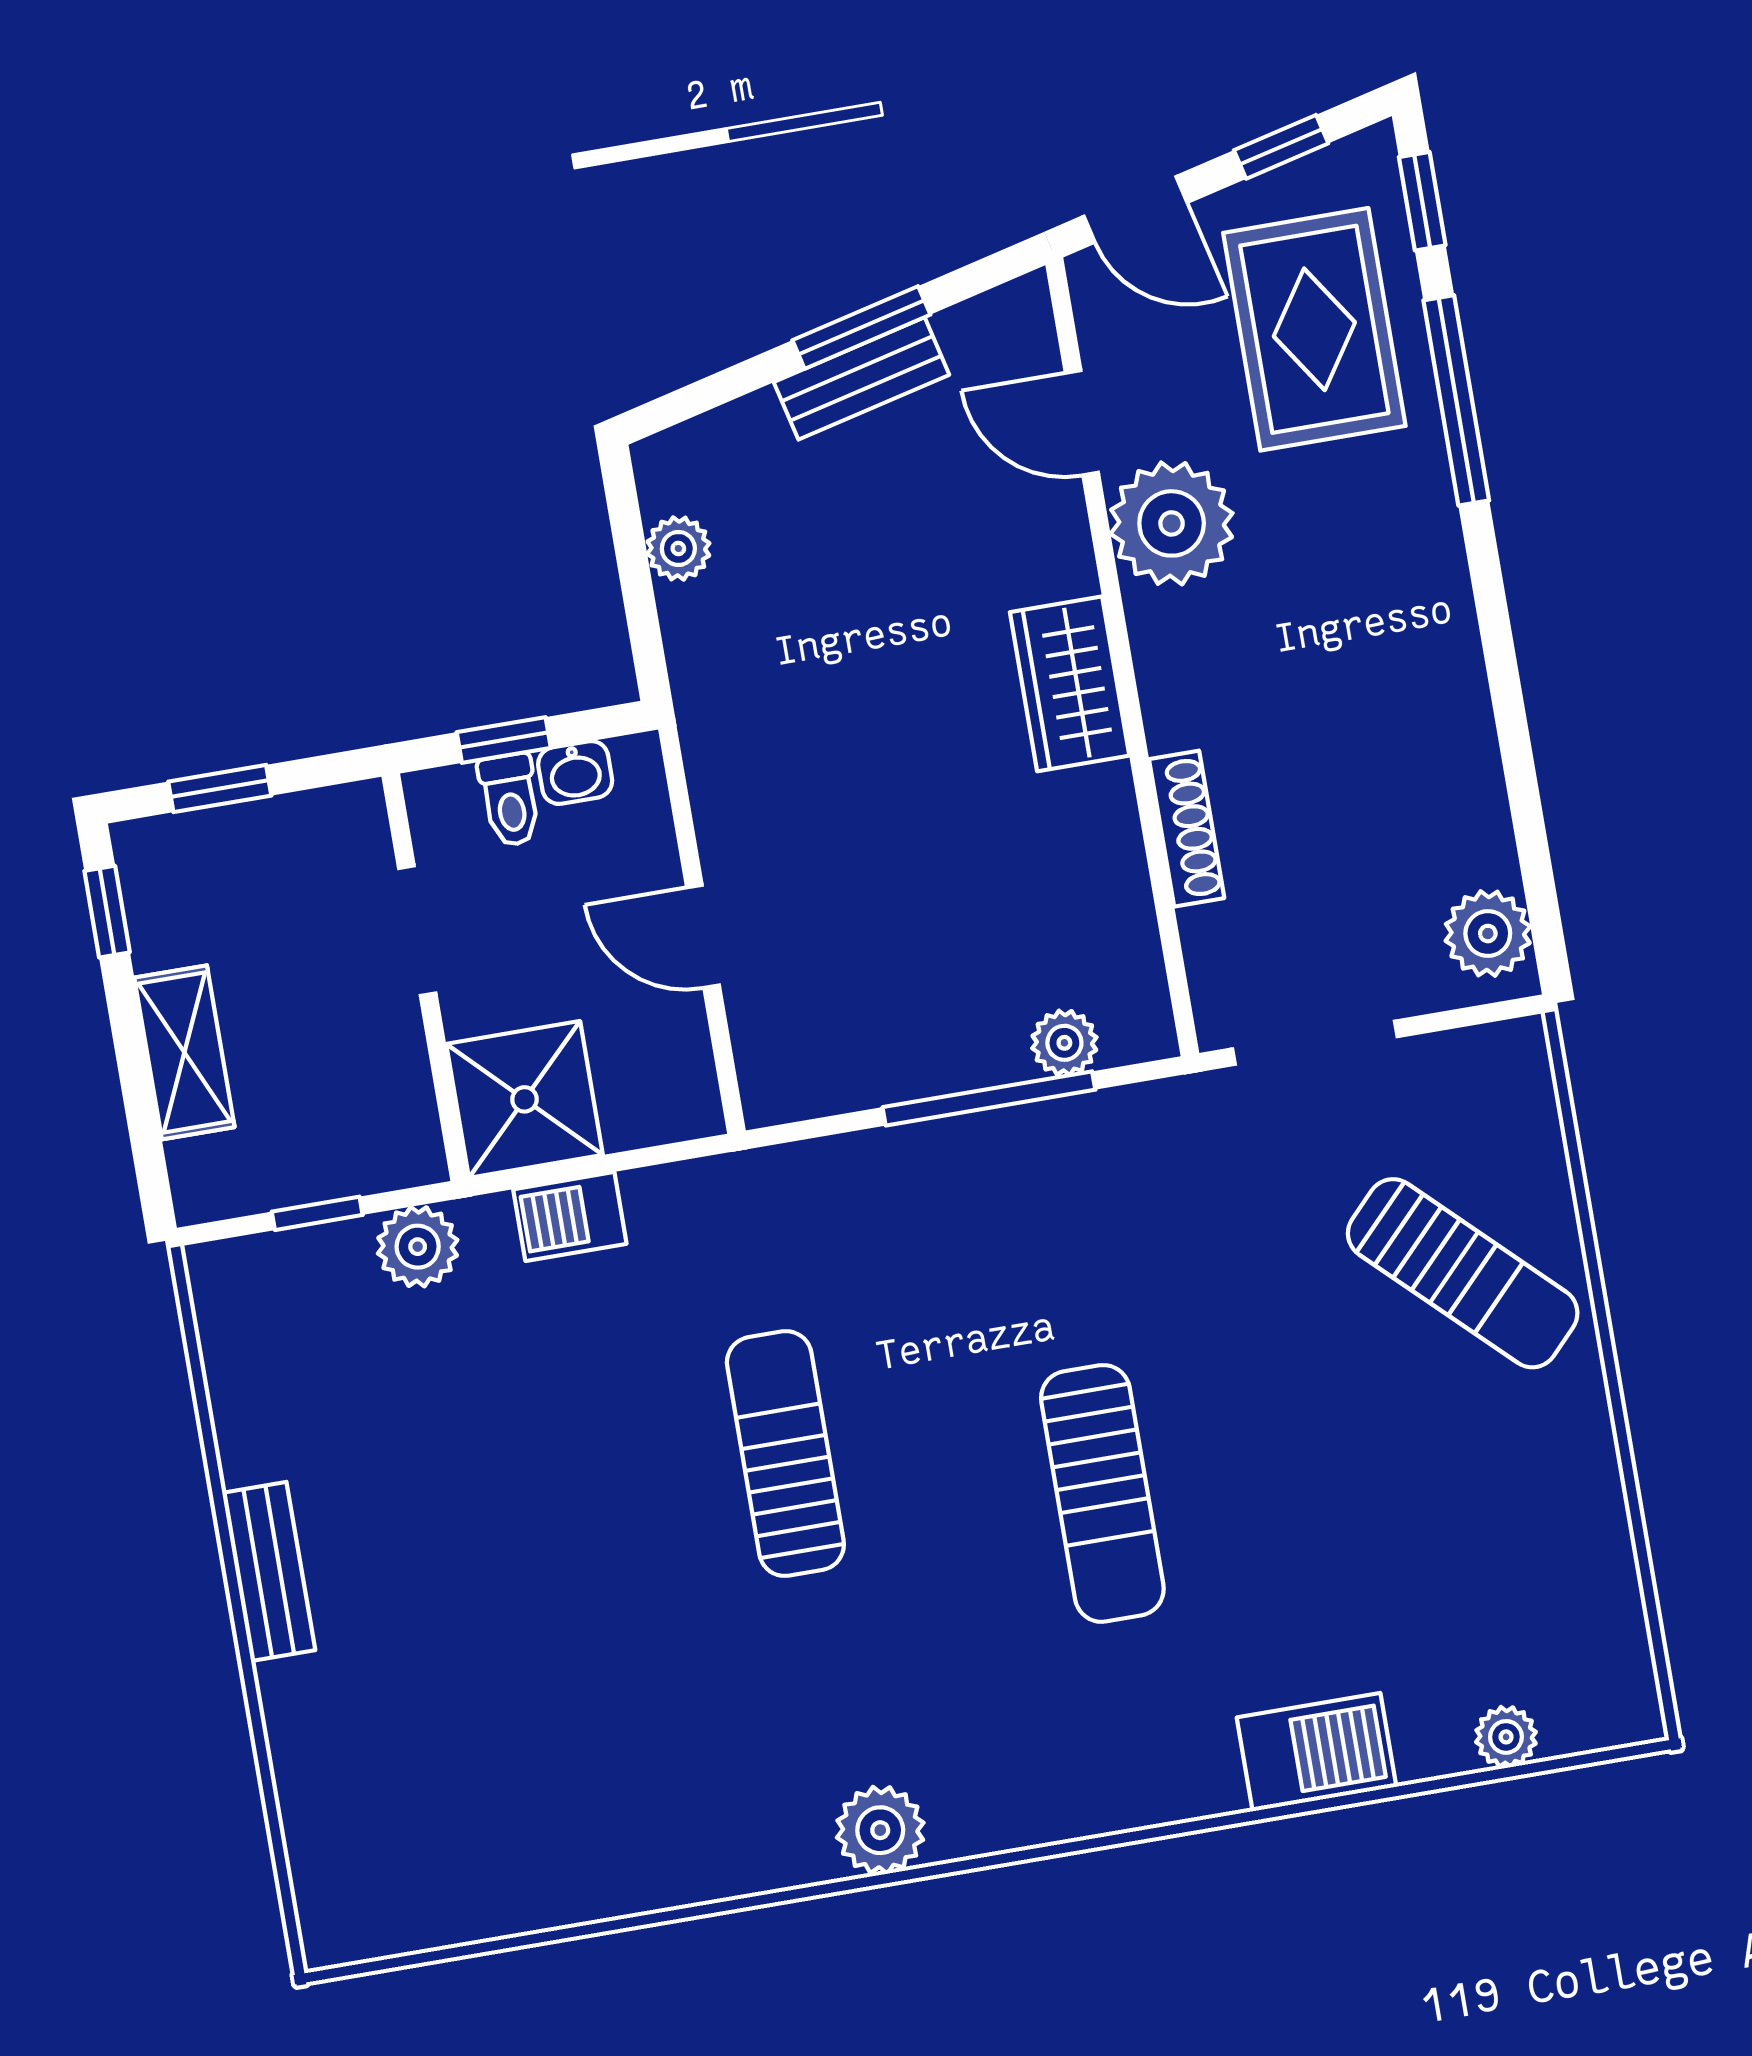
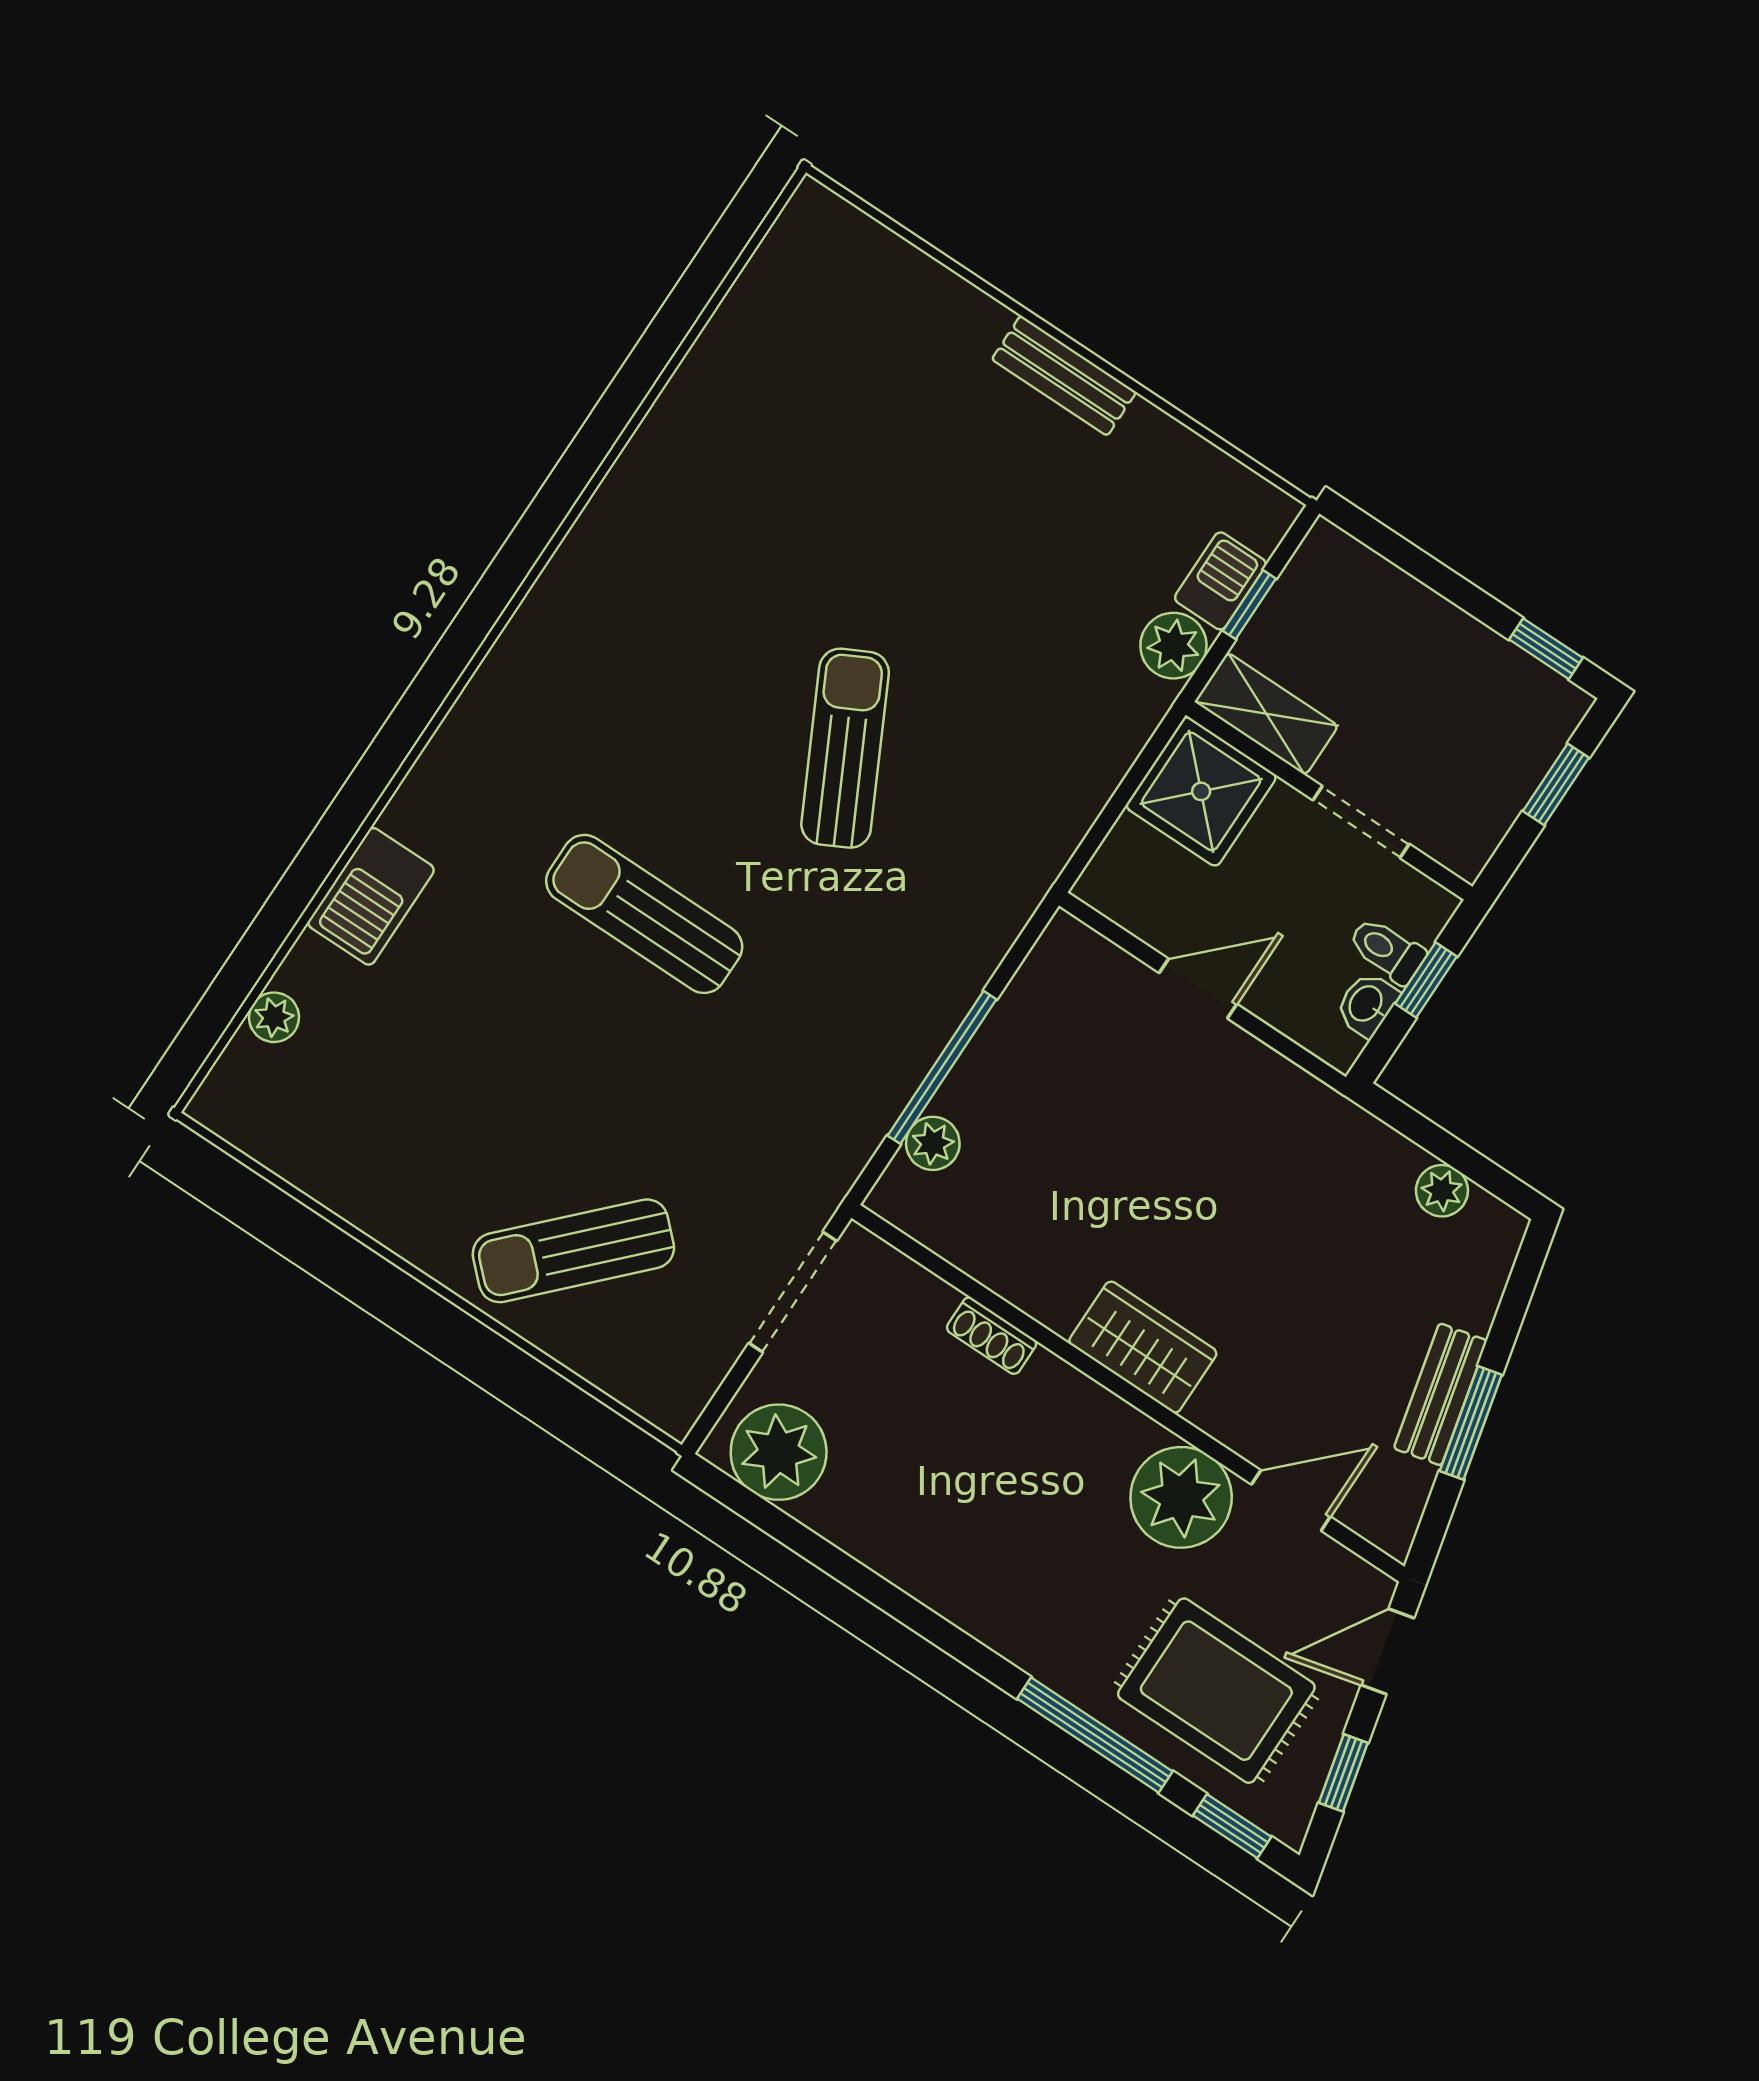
shoe rack: (1187, 829) -> (992, 1336), width x0.70
plant: (1488, 934) -> (779, 1452), width x1.36, depth x1.36
shelving: (184, 1052) -> (1266, 714), moved
barbecue: (570, 1217) -> (1220, 581), moved
sun lounger: (785, 1454) -> (845, 748), turned -117
plant: (880, 1830) -> (569, 594), removed

